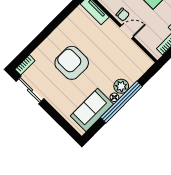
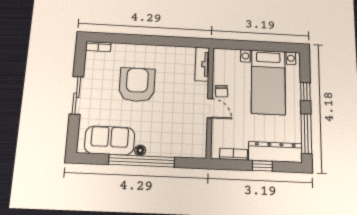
plant: (121, 86) -> (156, 147), removed
sliding door: (30, 90) -> (76, 95), moved

